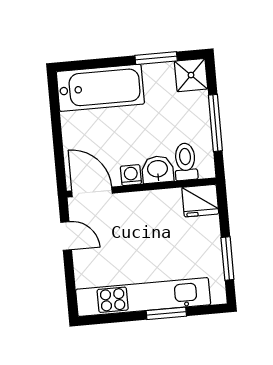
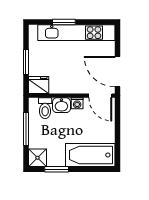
door: (66, 236) -> (117, 72), width x1.88
window: (227, 259) -> (26, 62), moved

